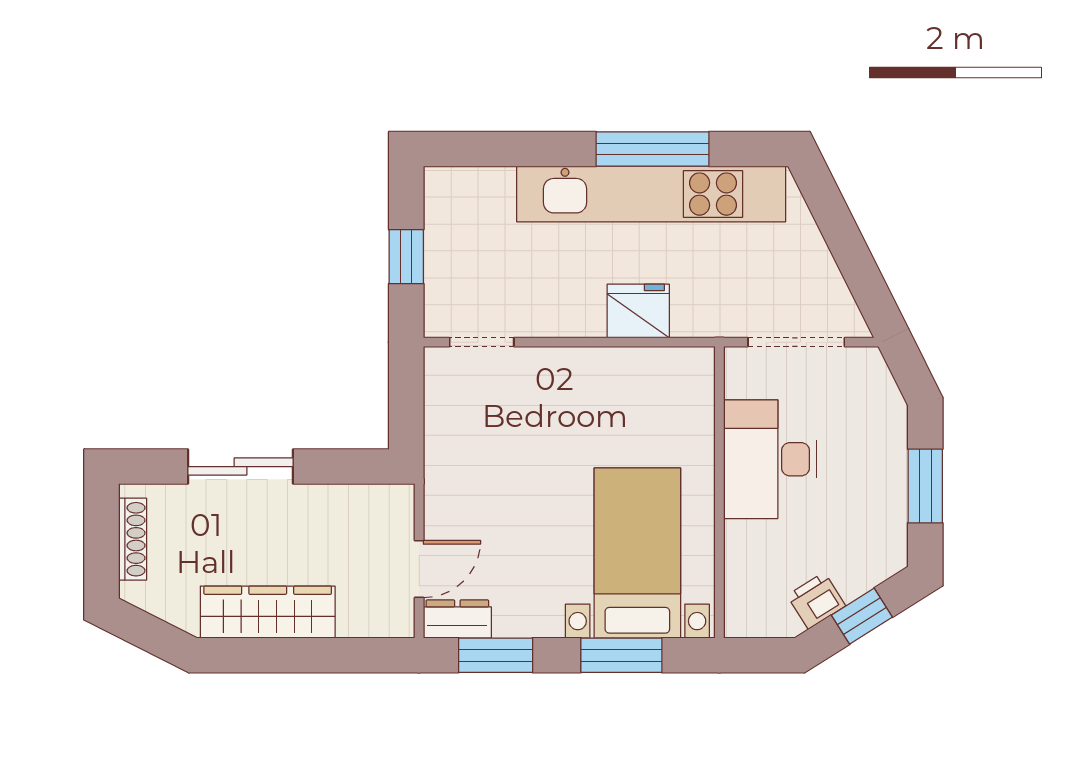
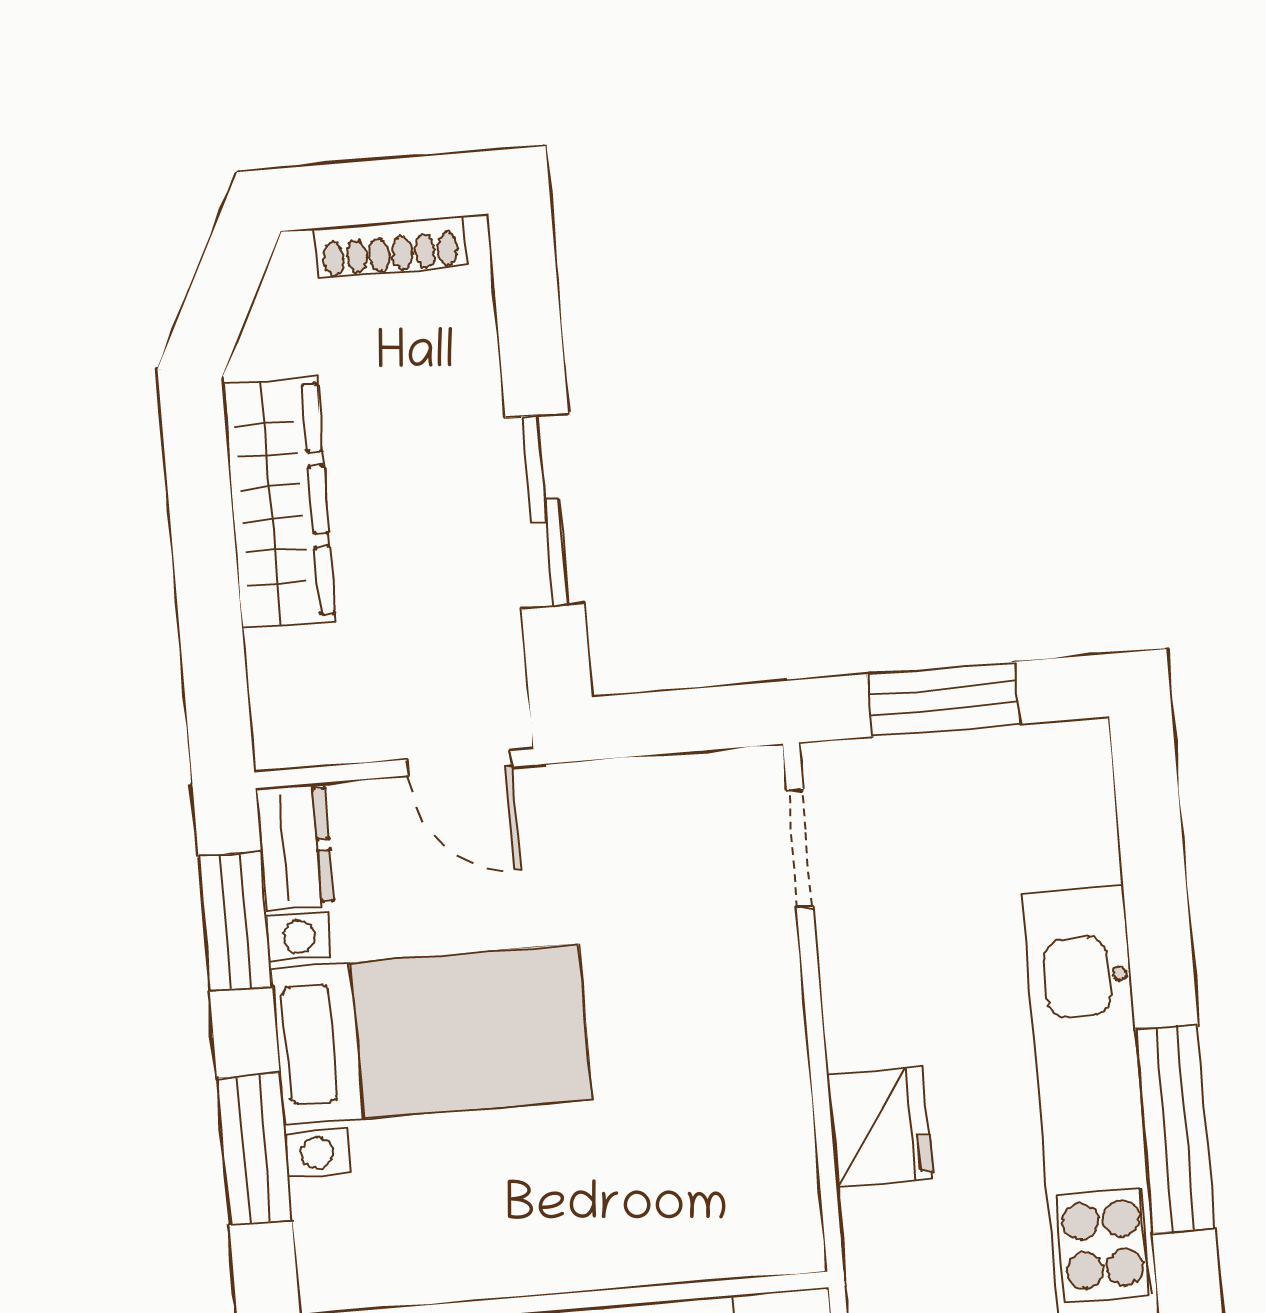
window: (406, 257) -> (943, 699), width x1.50
sliding door: (240, 467) -> (545, 511), moved
bed with nightstands: (637, 553) -> (431, 1034), moved
door: (419, 569) -> (459, 763), moved

